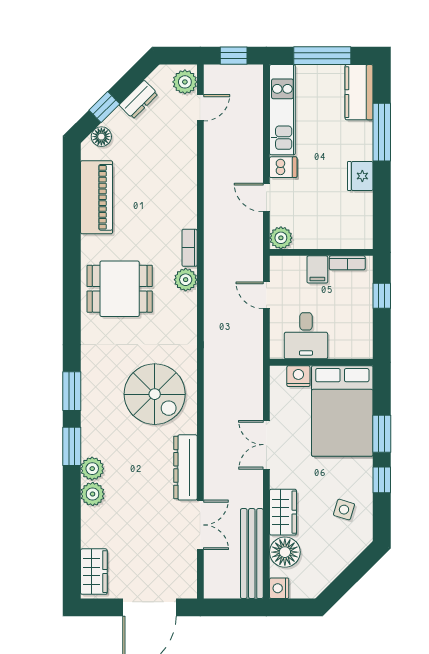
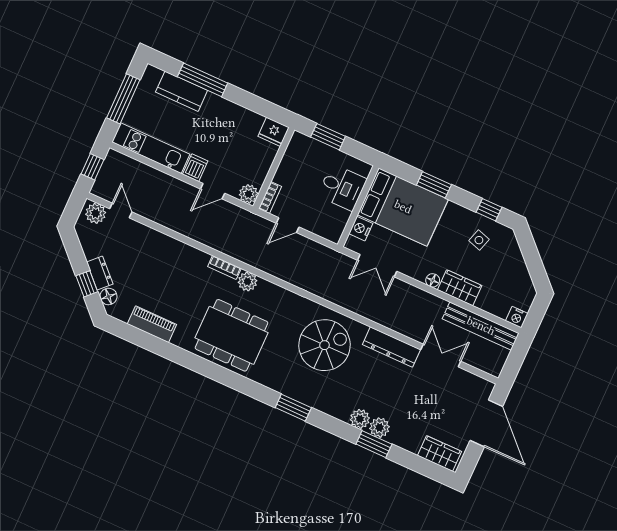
kitchen counter: (359, 92) -> (182, 91), moved
dresser: (139, 100) -> (100, 273), moved
fridge: (360, 176) -> (274, 132), moved
piano: (97, 197) -> (152, 324), width x0.73, depth x0.75
bookcase: (347, 263) -> (270, 198), moved
filing cabinet: (317, 269) -> (285, 177), removed
dining table: (120, 289) -> (232, 335), width x1.38
window: (382, 296) -> (328, 137), width x1.50
desk: (306, 336) -> (342, 187), moved
double door: (266, 445) -> (377, 266), moved
window: (72, 446) -> (374, 444), moved
window: (382, 480) -> (489, 210), moved
floor lamp: (285, 552) -> (433, 280), moved, width x0.53, depth x0.53

